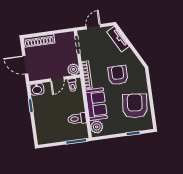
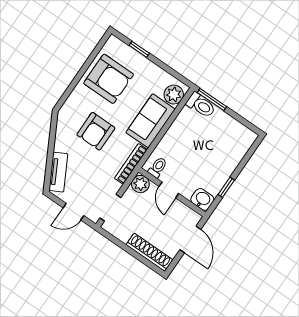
door: (57, 79) -> (169, 190), swing flipped
armchair: (135, 106) -> (109, 79), turned -96
toilet: (77, 119) -> (201, 105), moved

